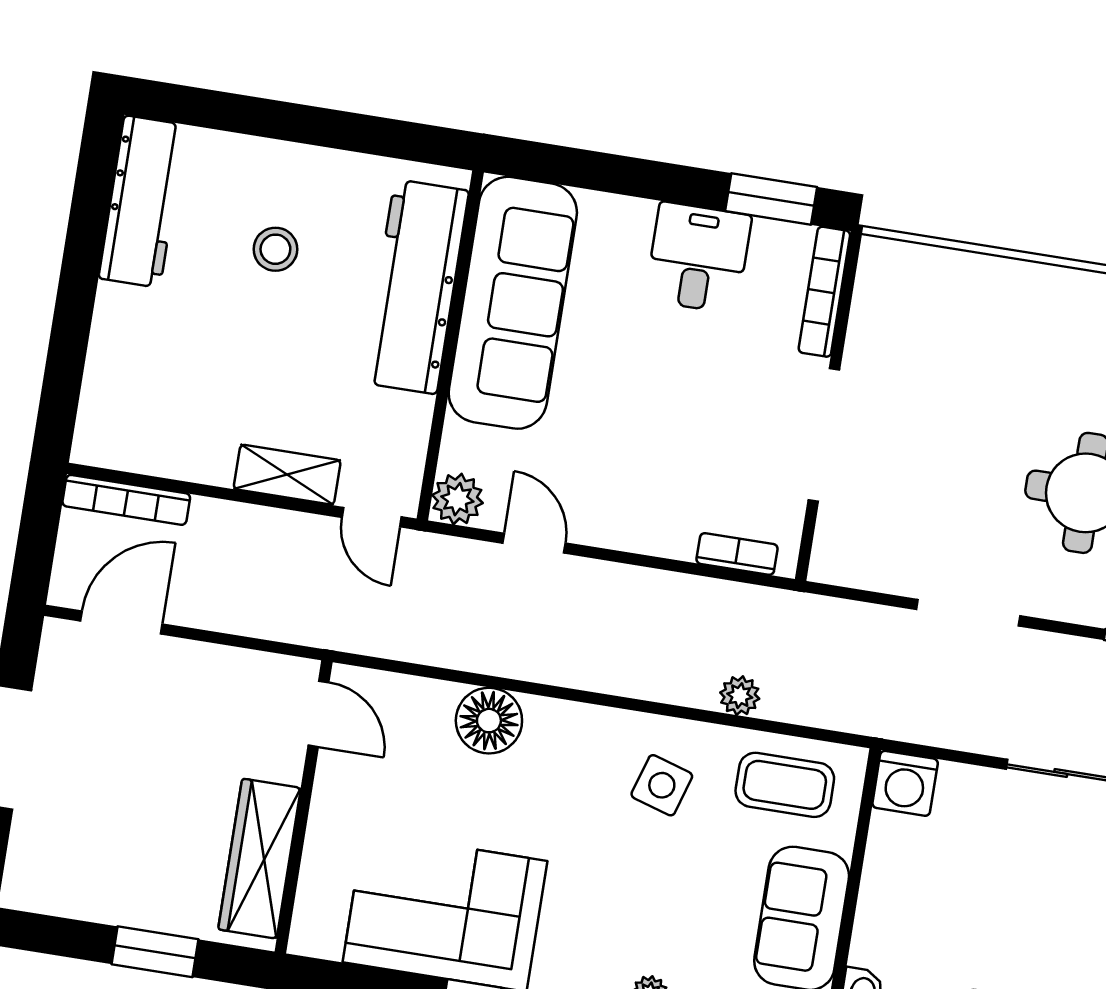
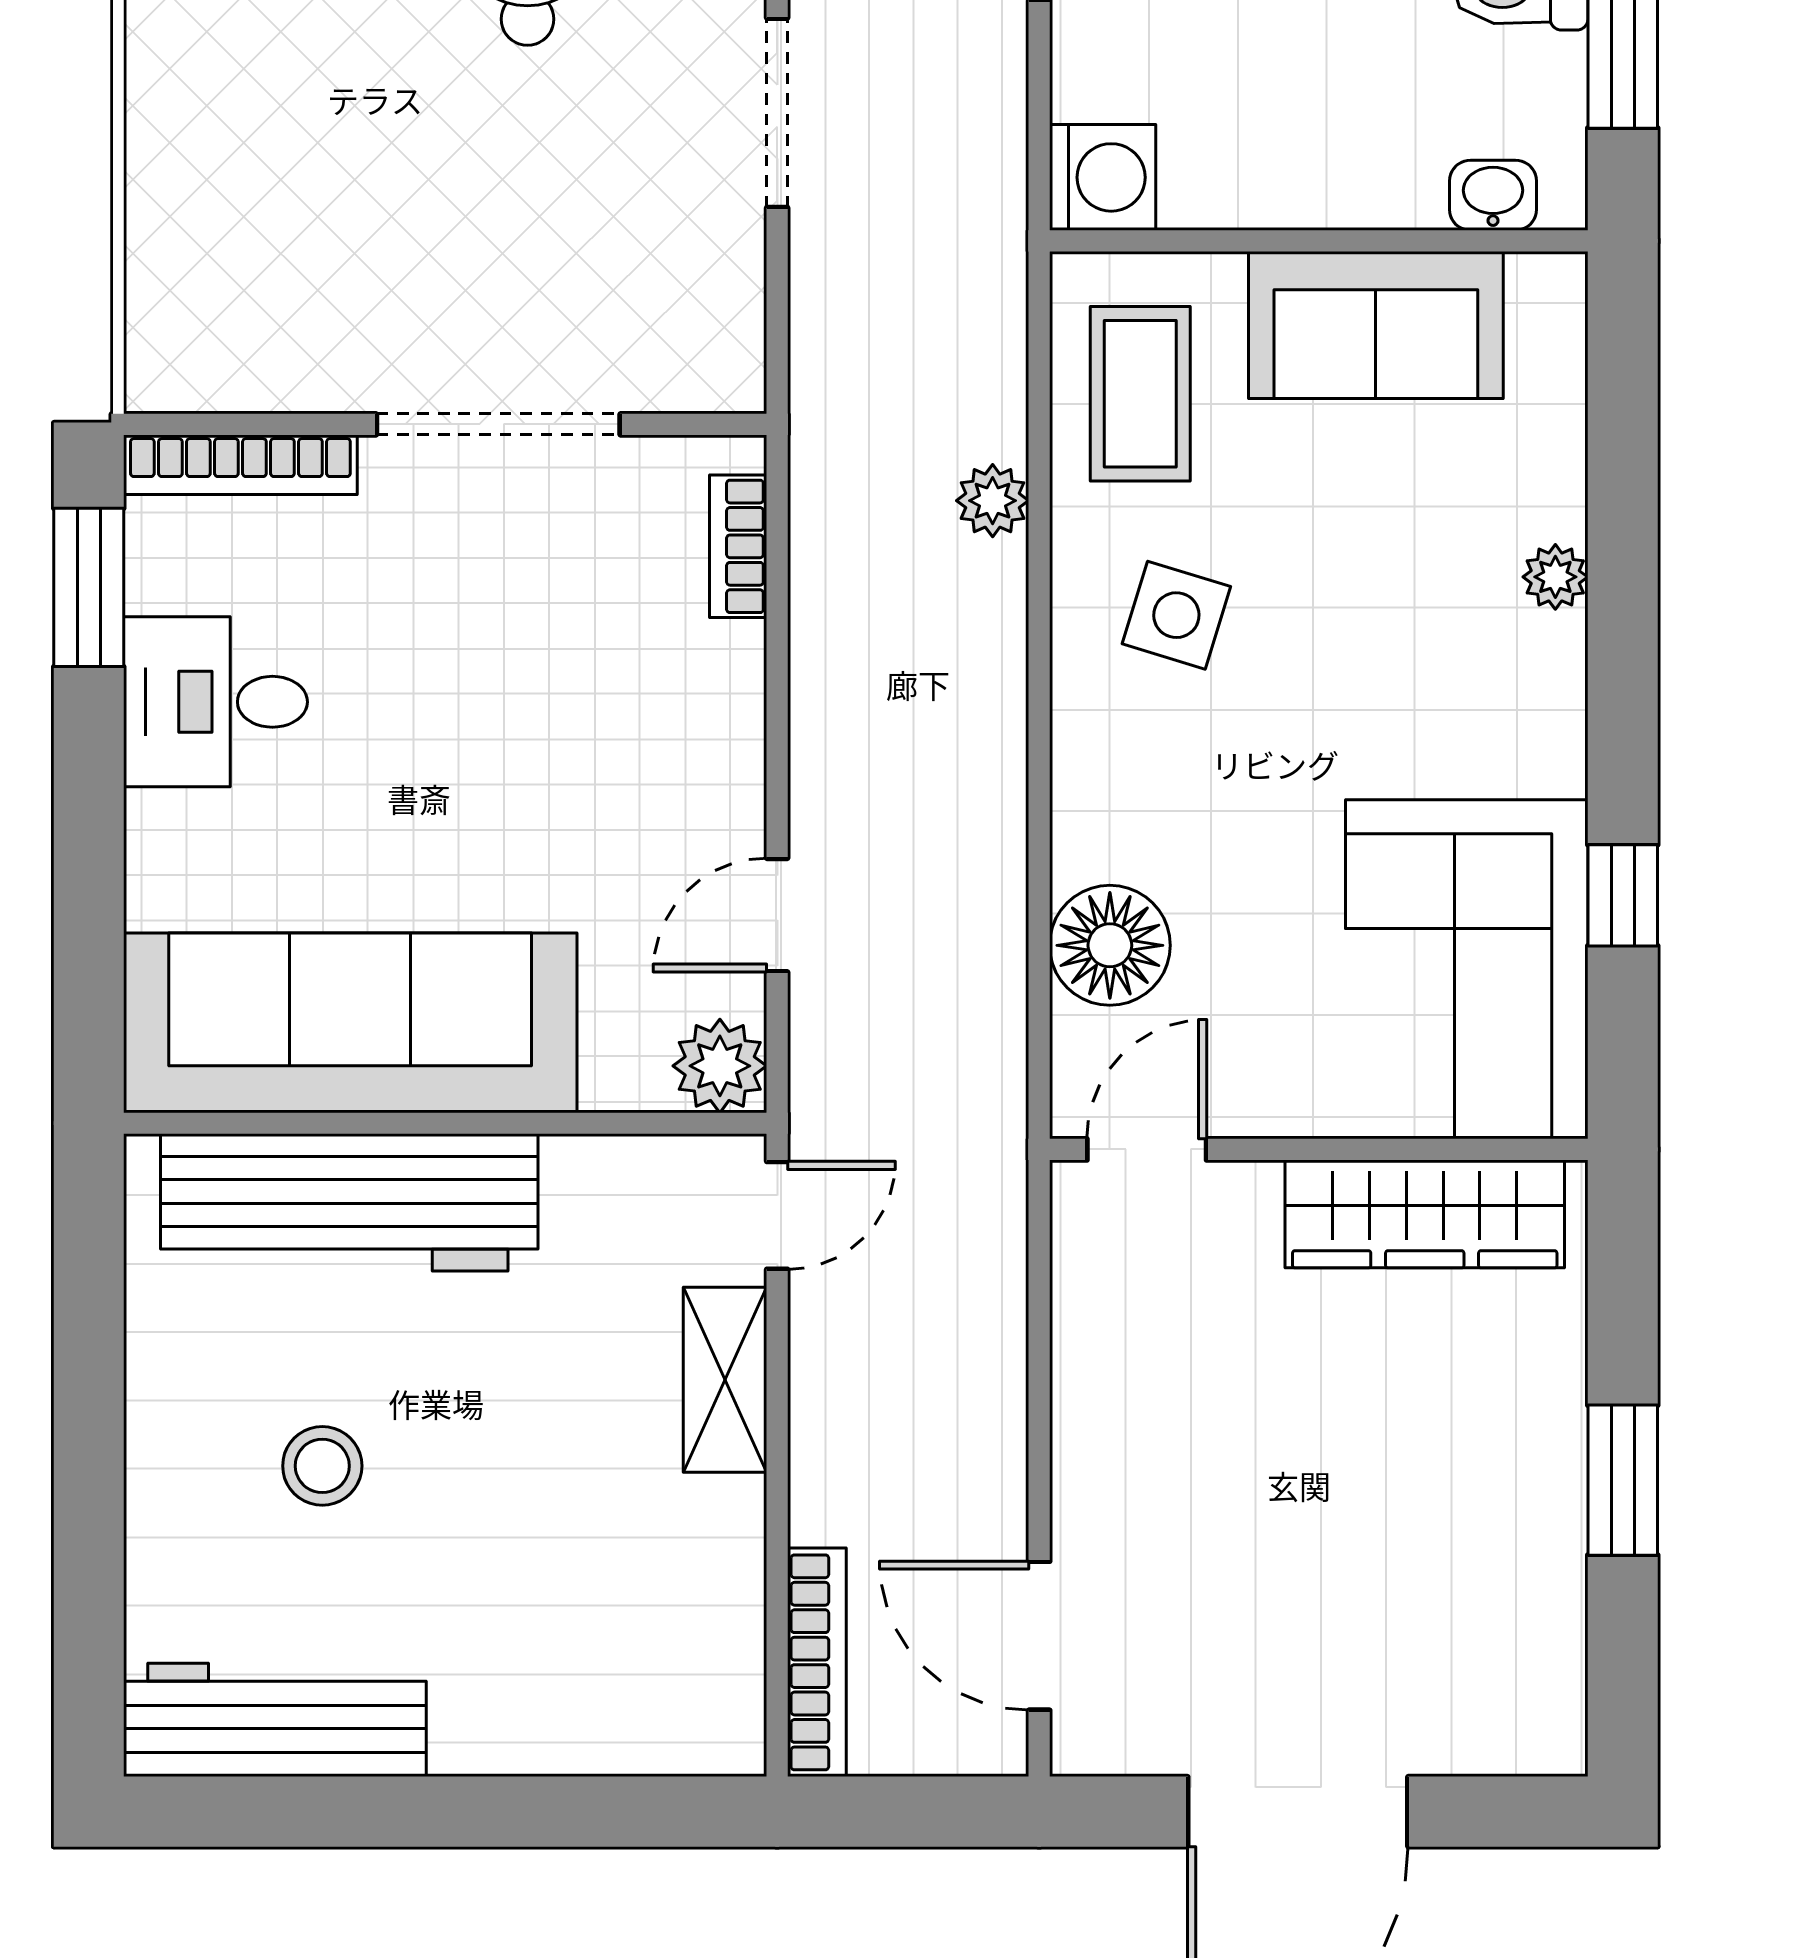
door: (318, 714) -> (1147, 1149), moved
wall: (304, 807) -> (1319, 1149), moved
wardrobe: (260, 859) -> (1425, 1214), moved

